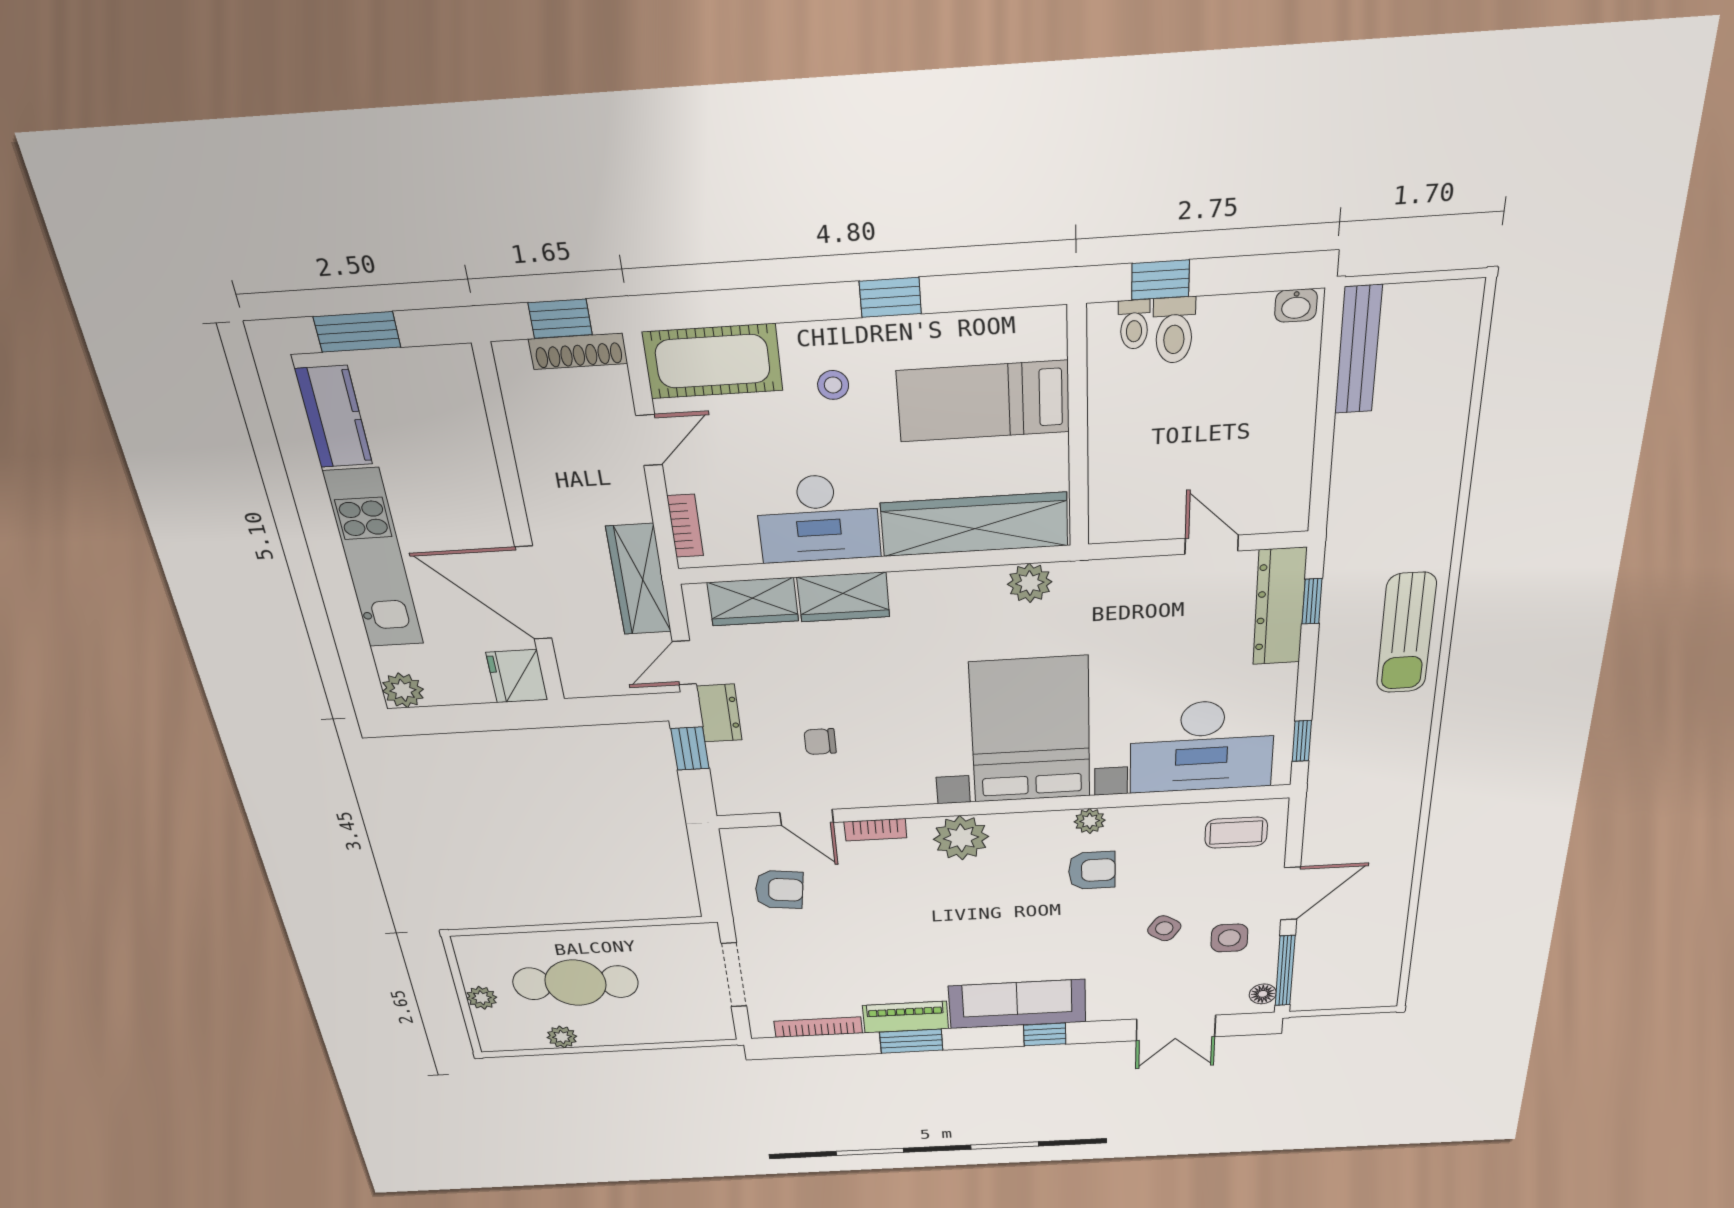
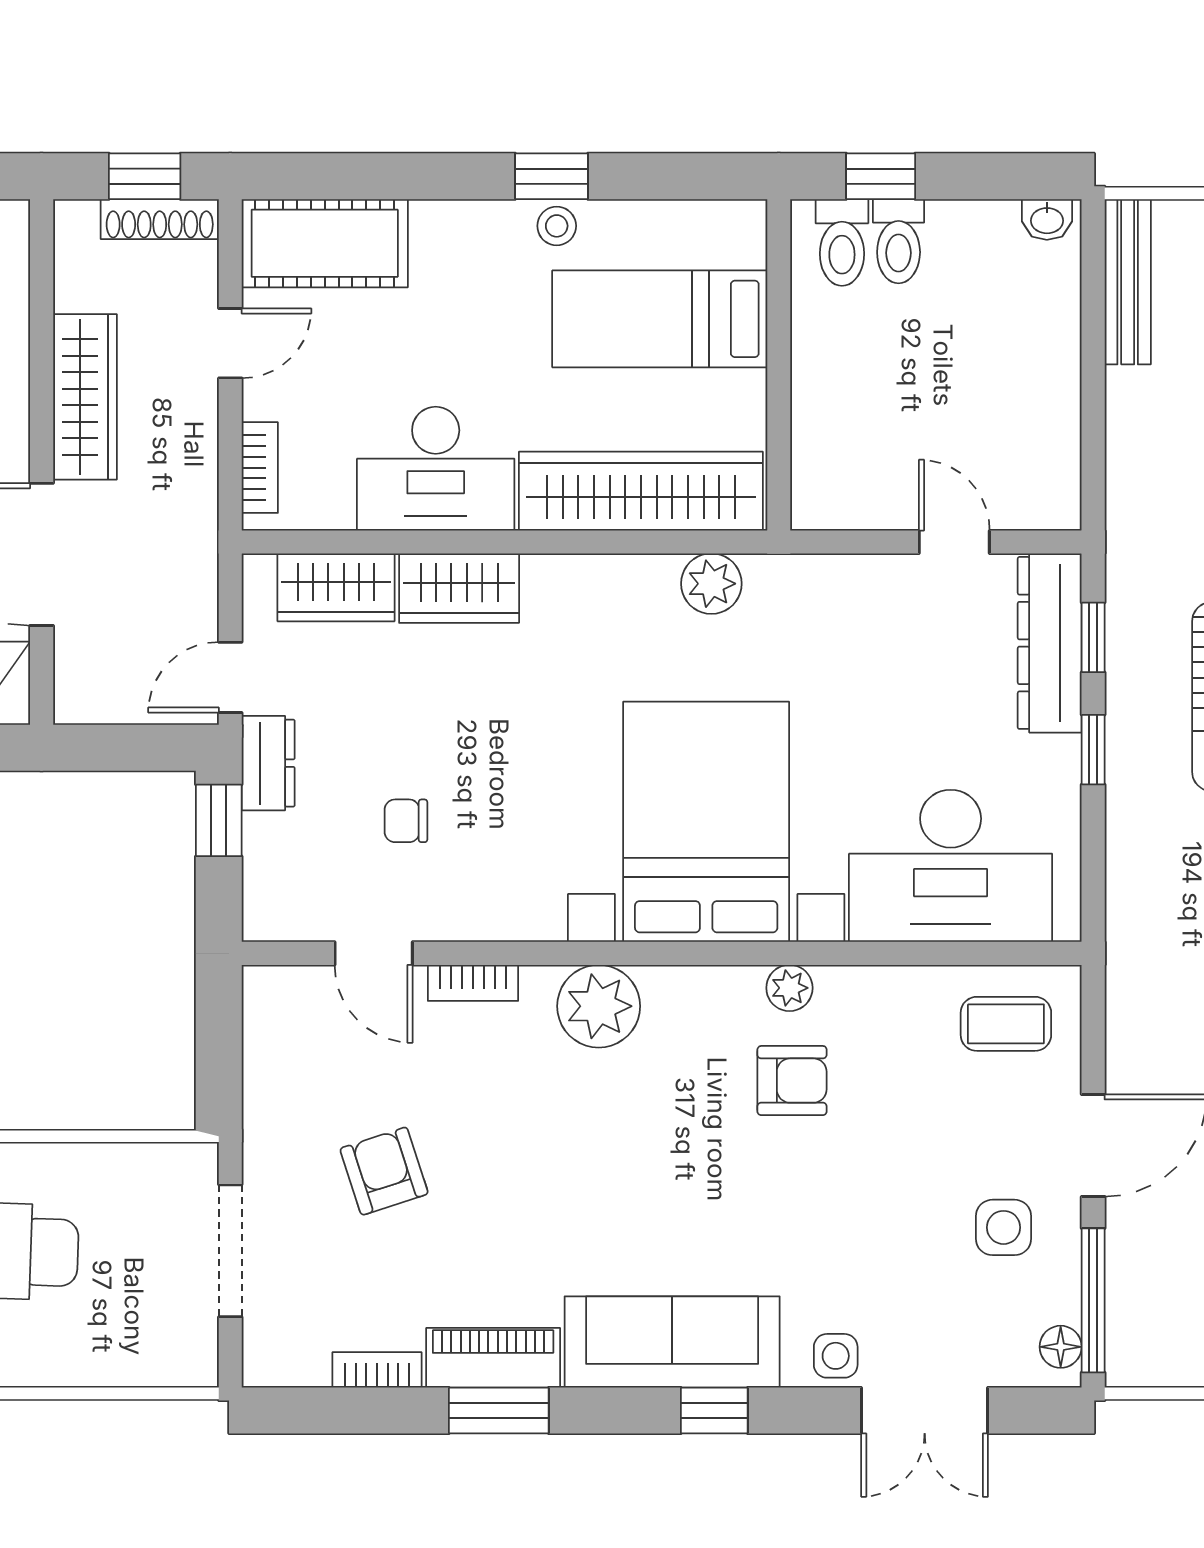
toilet: (1134, 324) -> (842, 242), width x1.37, depth x1.39
stool: (833, 385) -> (557, 226), moved
wardrobe: (639, 580) -> (85, 397), moved, turned 180
window: (1302, 741) -> (1093, 750), moved
armchair: (779, 890) -> (384, 1171), moved, turned -115
side table: (1164, 928) -> (836, 1356), moved, turned -34
bookcase: (818, 1027) -> (377, 1370), width x0.64

